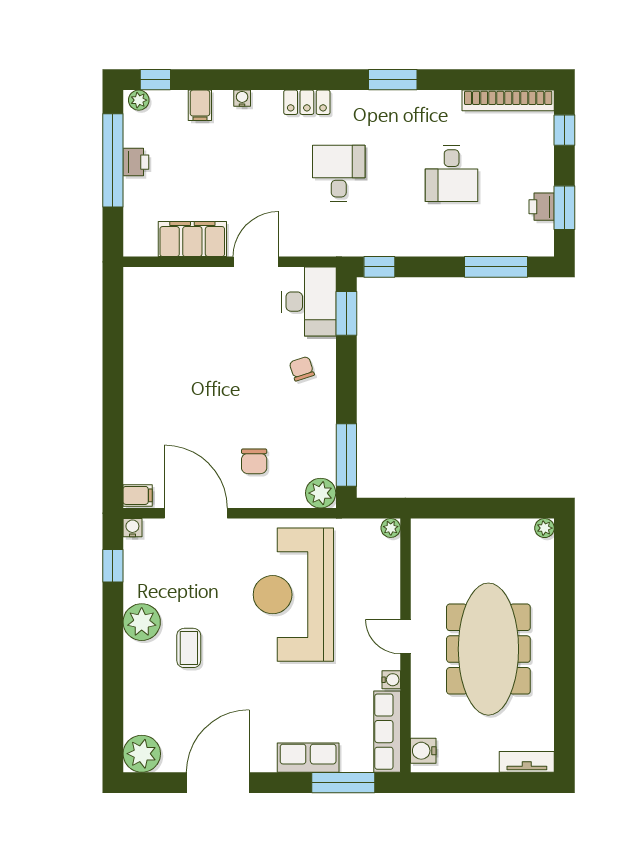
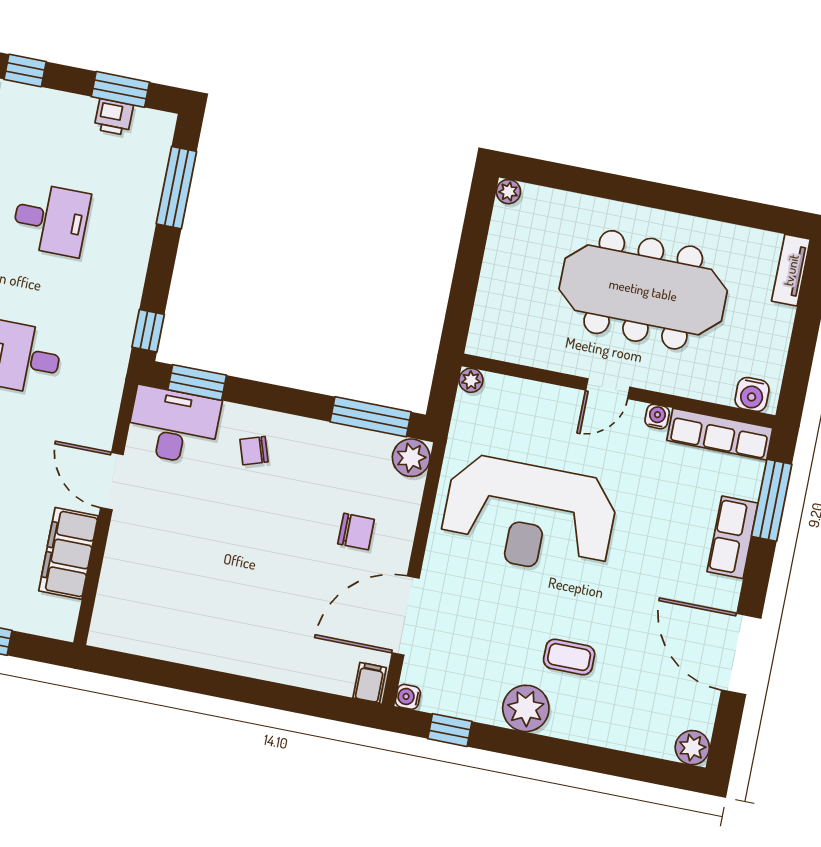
plant: (142, 754) -> (692, 748), width x0.73, depth x0.73

